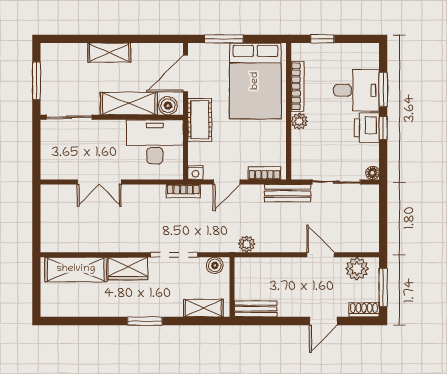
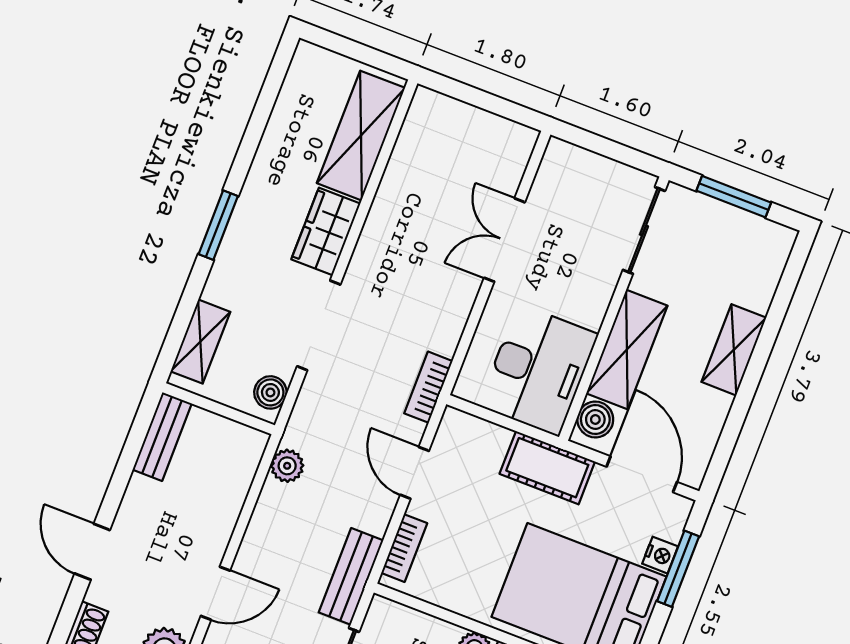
nightstand: (195, 173) -> (660, 555), moved, turned 180

